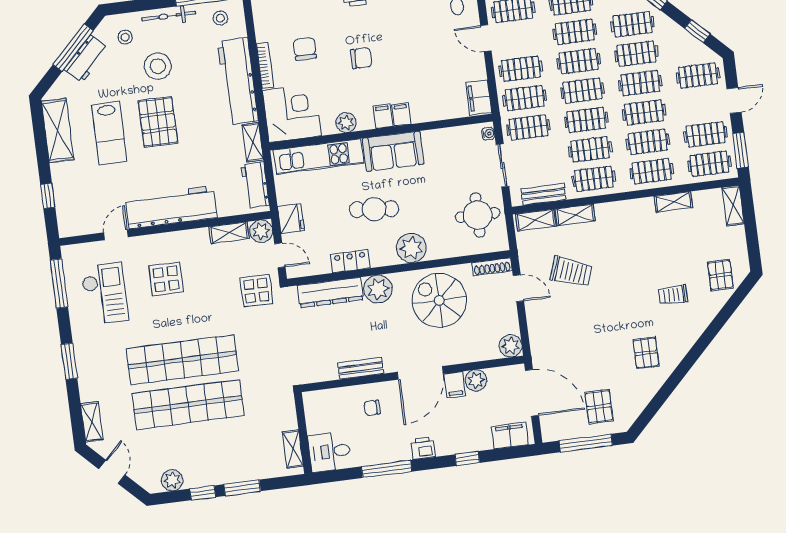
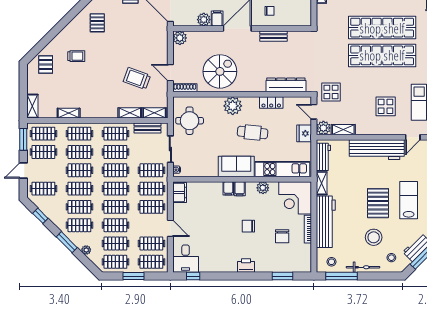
plant: (378, 289) -> (256, 83), removed
spiral stairs: (439, 300) -> (220, 71), turned -90

